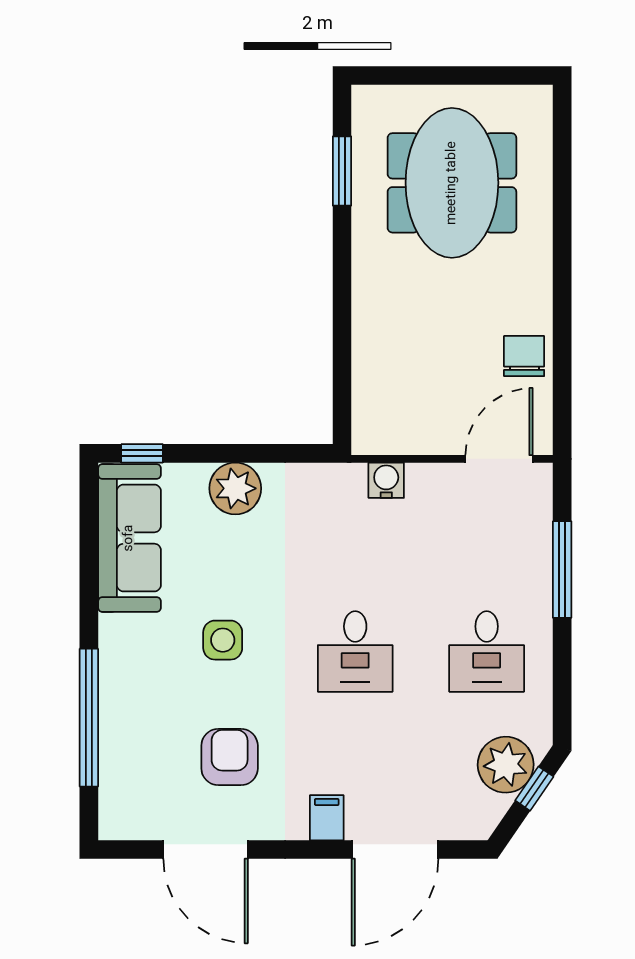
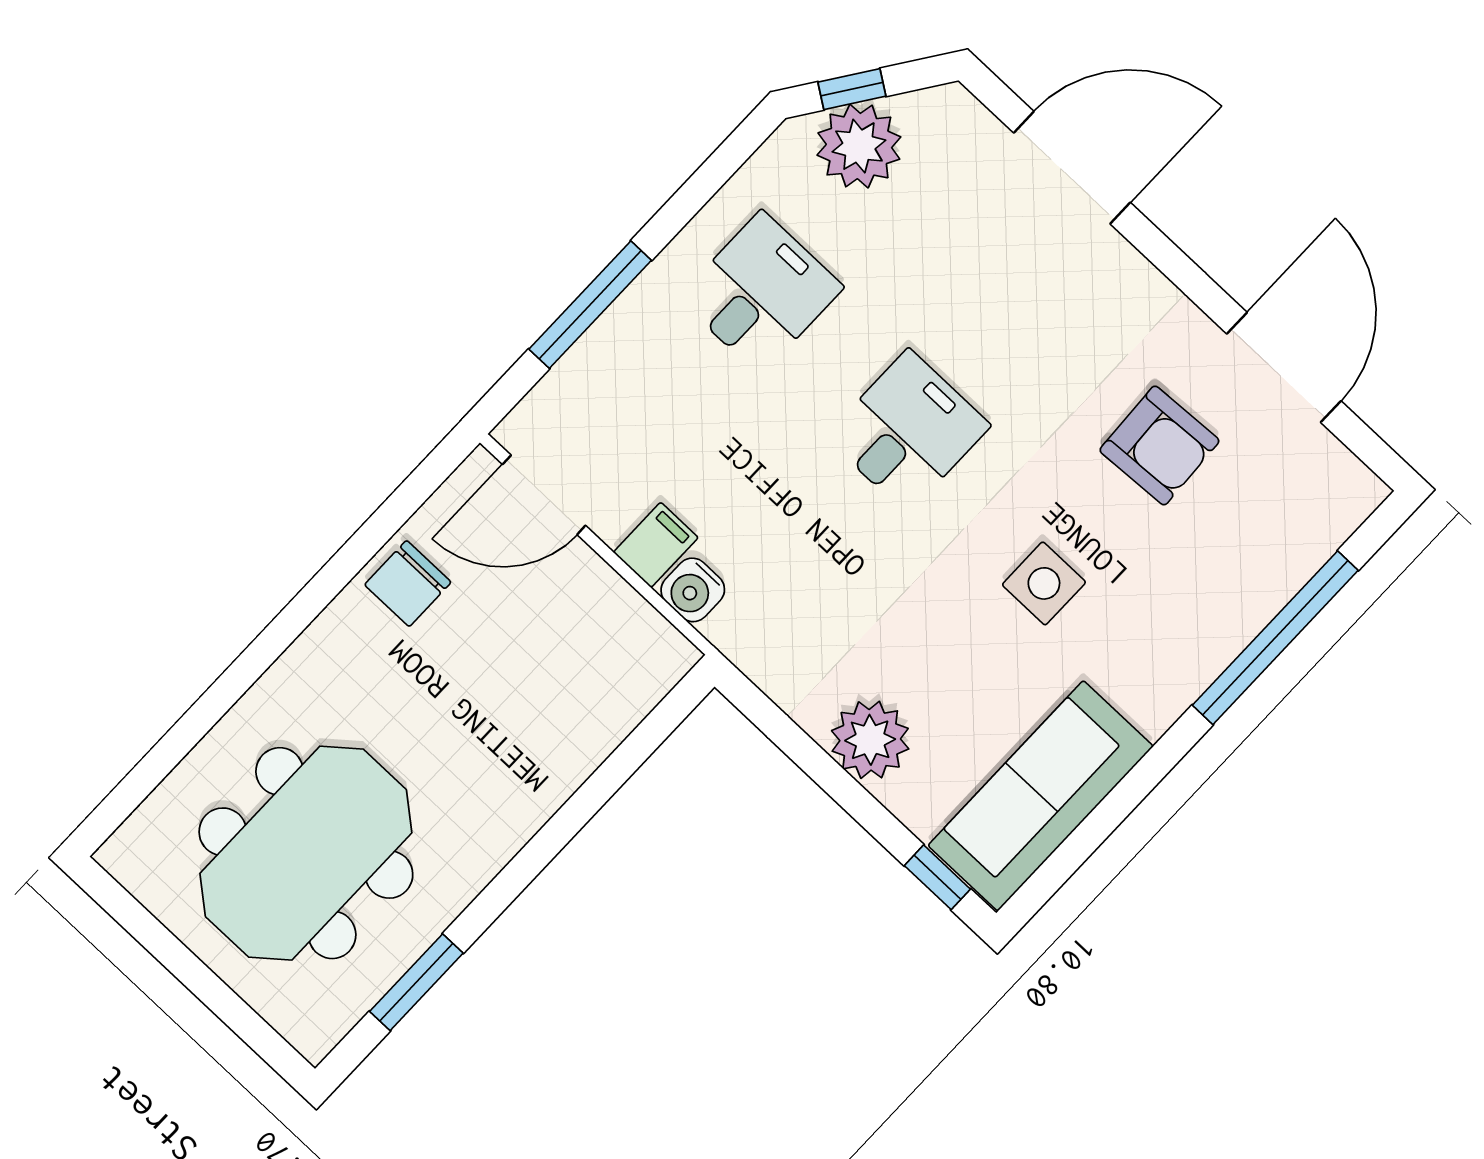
armchair: (230, 757) -> (1159, 445), turned -93
filing cabinet: (327, 818) -> (656, 545), moved, turned 180

